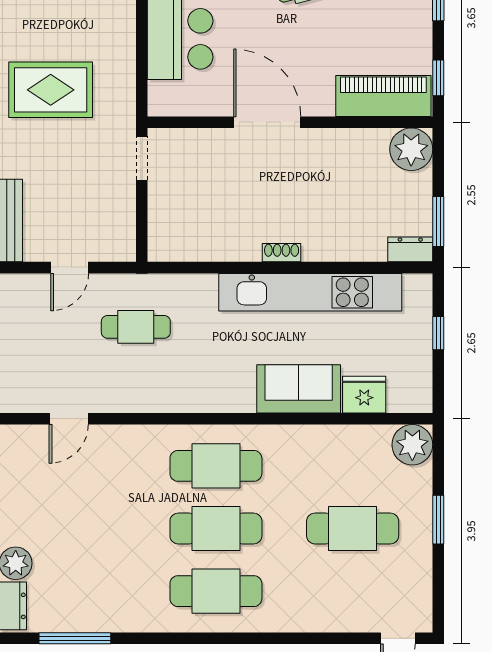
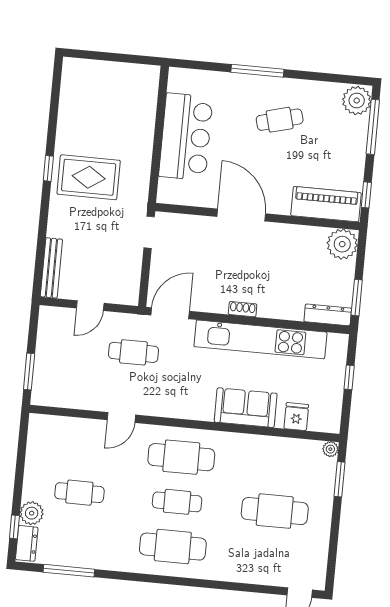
dresser: (410, 249) -> (328, 315), width x1.44
door: (182, 268) -> (170, 313), added
fridge: (364, 395) -> (296, 417), width x0.72
door: (69, 419) -> (121, 417), moved
plant: (412, 445) -> (330, 449), width x0.53, depth x0.53
window: (438, 520) -> (339, 479), moved
cafe table: (79, 528) -> (79, 493), added
cafe table: (216, 528) -> (177, 502), width x0.73, depth x0.74

